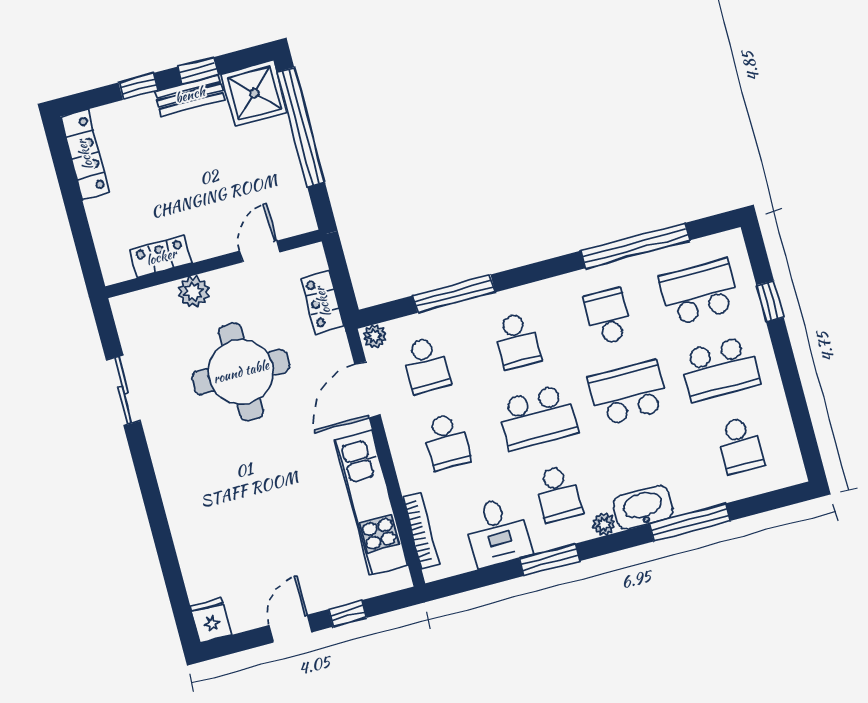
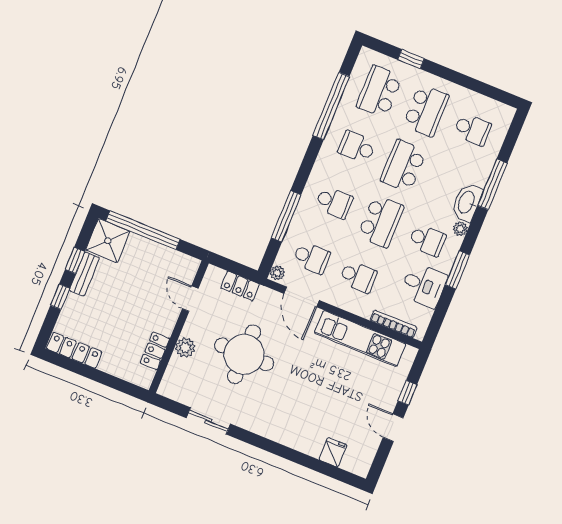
fridge: (211, 620) -> (333, 452), moved, turned 90

